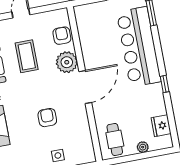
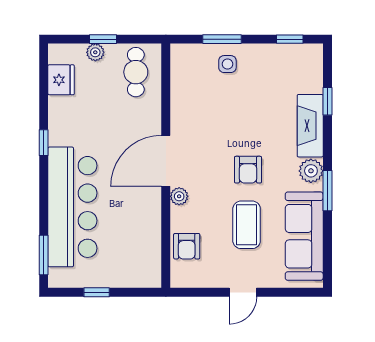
plant: (67, 62) -> (179, 196), width x0.53, depth x0.53
armchair: (47, 118) -> (248, 170), moved
window: (139, 156) -> (103, 39), added

